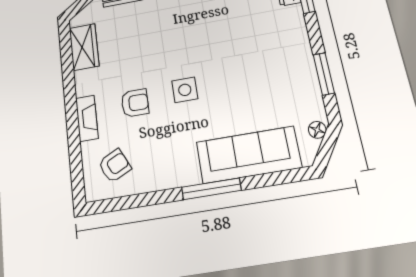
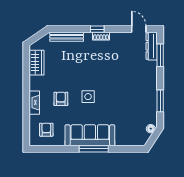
armchair: (135, 103) -> (61, 99), turned -90
sofa: (249, 155) -> (90, 135), moved
armchair: (115, 166) -> (46, 130), turned -64

